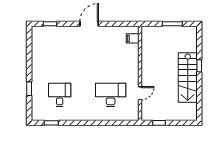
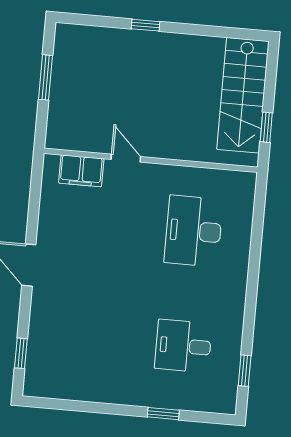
filing cabinet: (133, 38) -> (81, 171), width x2.00
stairs: (188, 77) -> (243, 95), moved, turned 90
door: (140, 93) -> (126, 158), moved

